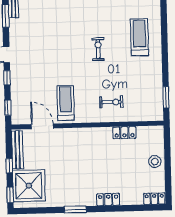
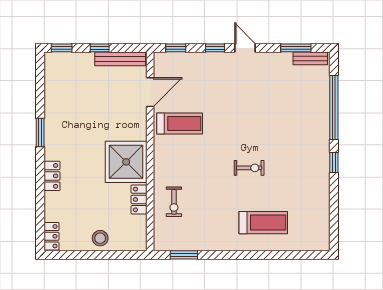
exercise bike: (111, 102) -> (174, 202), moved
shower: (29, 186) -> (126, 162), moved

